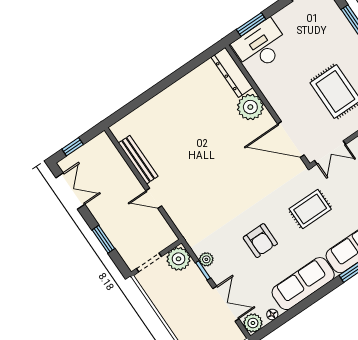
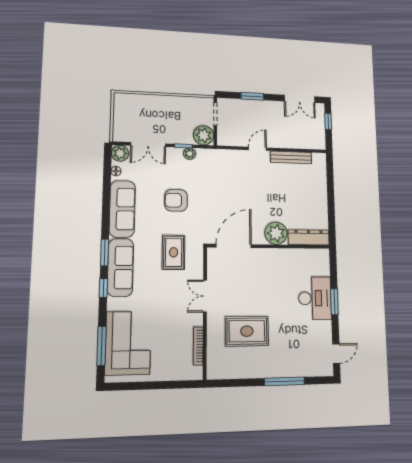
dresser: (232, 72) -> (309, 237), moved
wall: (268, 105) -> (269, 246), moved
plant: (250, 107) -> (276, 233), moved
door: (291, 139) -> (234, 246), moved

